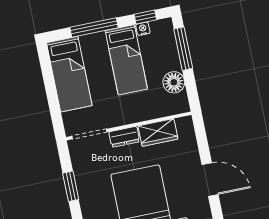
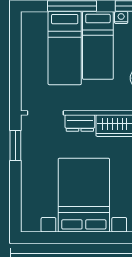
bed: (69, 74) -> (65, 48), moved
window: (71, 186) -> (15, 146), moved

